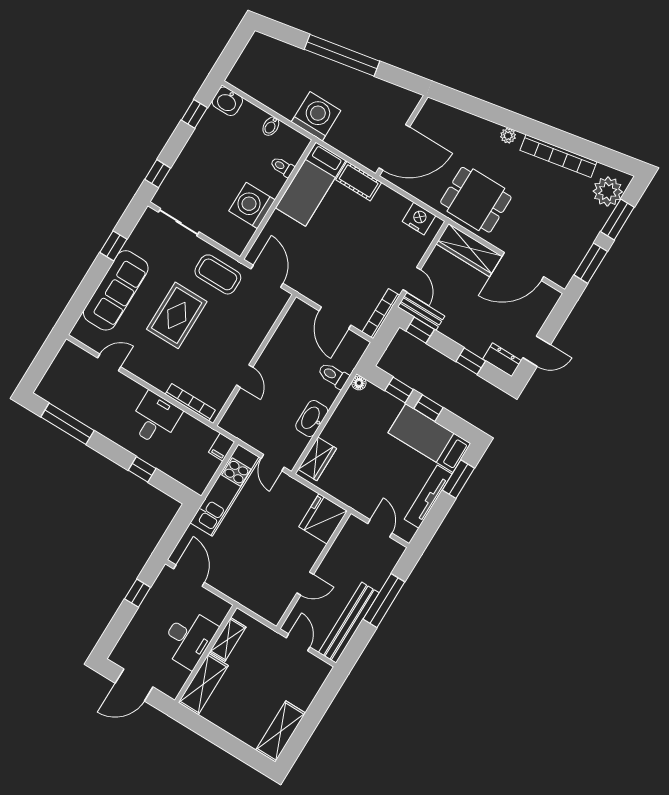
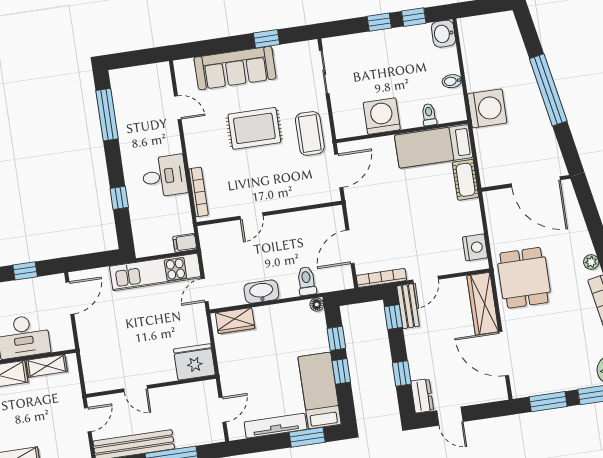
door: (394, 147) -> (536, 182), moved
window: (158, 174) -> (379, 22), moved

